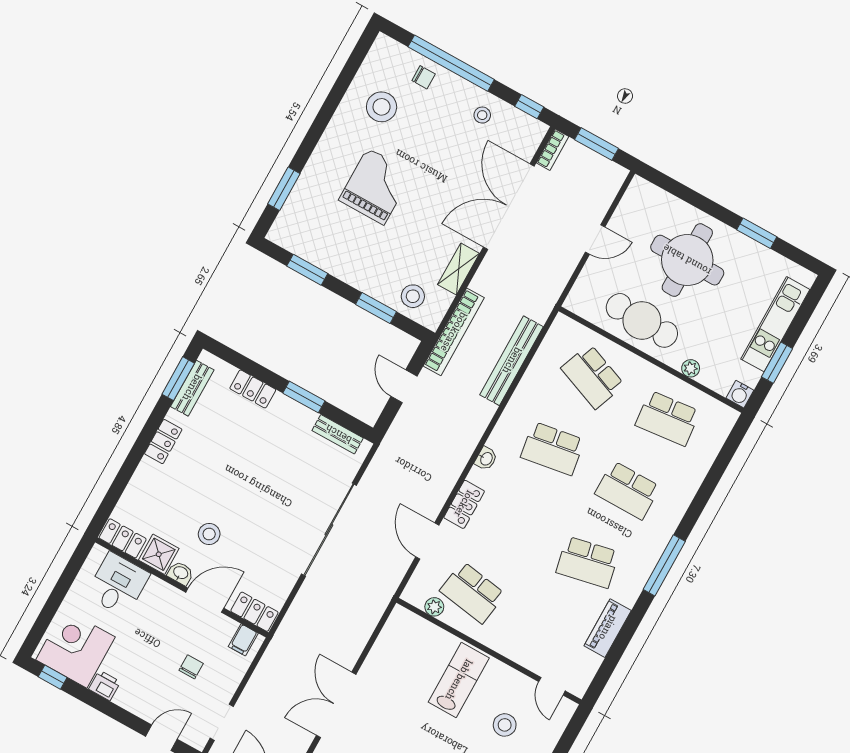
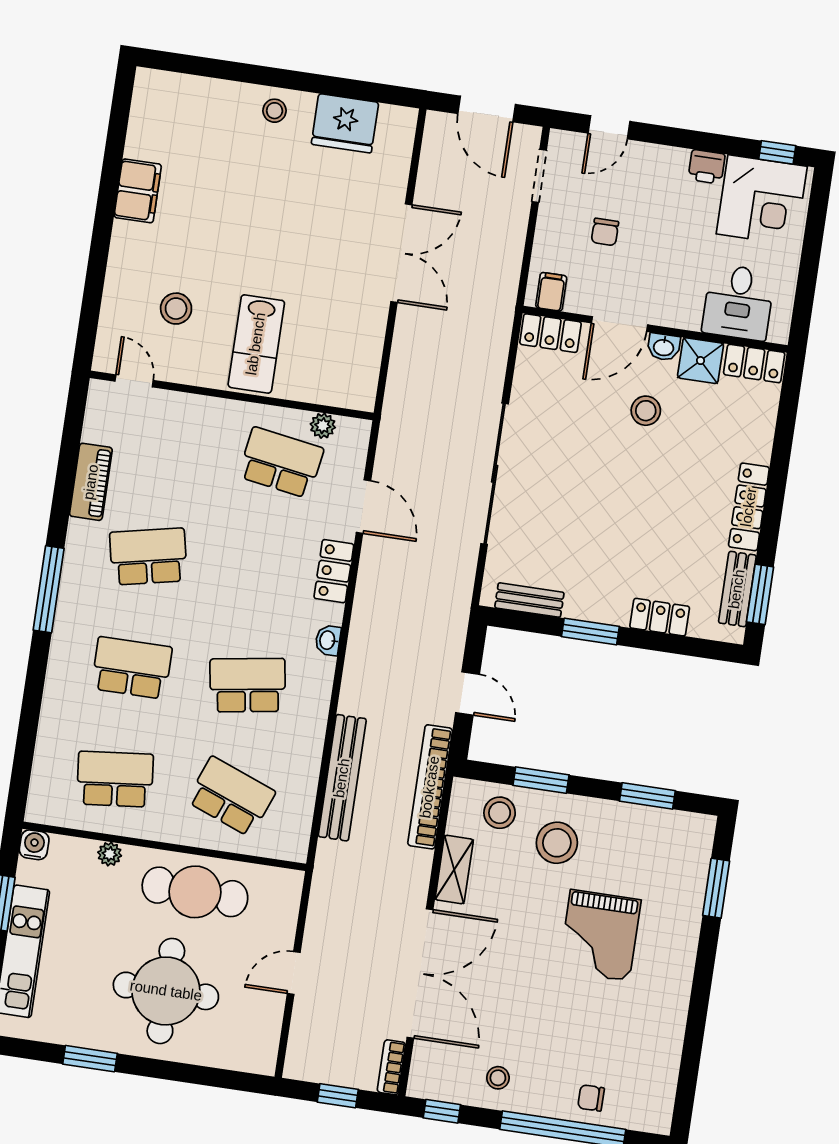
stool: (382, 107) -> (557, 843), moved
window: (596, 144) -> (338, 1096), width x0.67
locker: (163, 442) -> (749, 507), width x1.53

